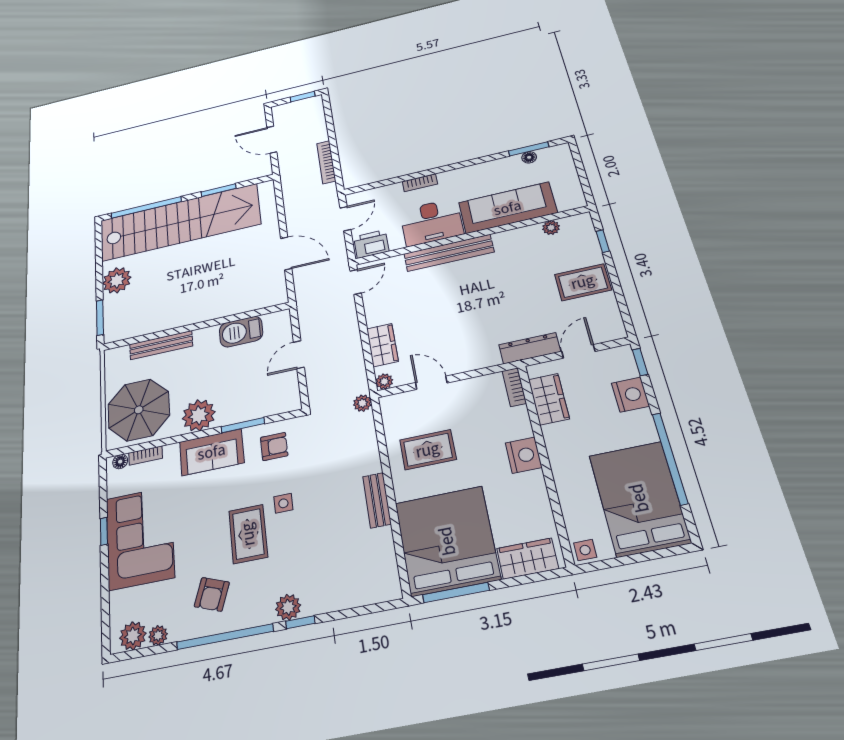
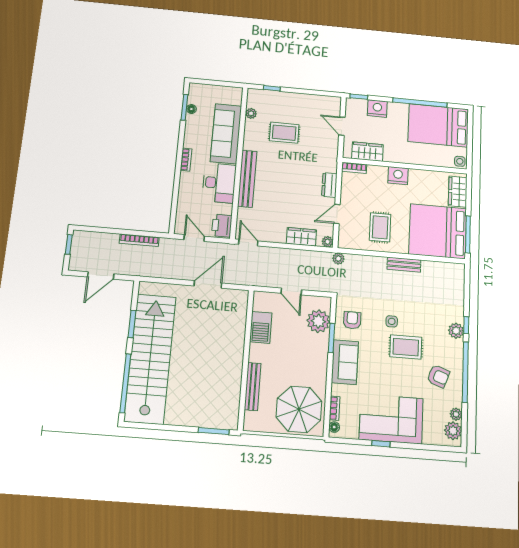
bookcase: (420, 183) -> (186, 160), moved
plant: (117, 280) -> (185, 414), removed
rug: (583, 282) -> (284, 133), moved, turned 90
dresser: (530, 348) -> (329, 185), moved, width x0.70
plant: (199, 415) -> (318, 321), moved

